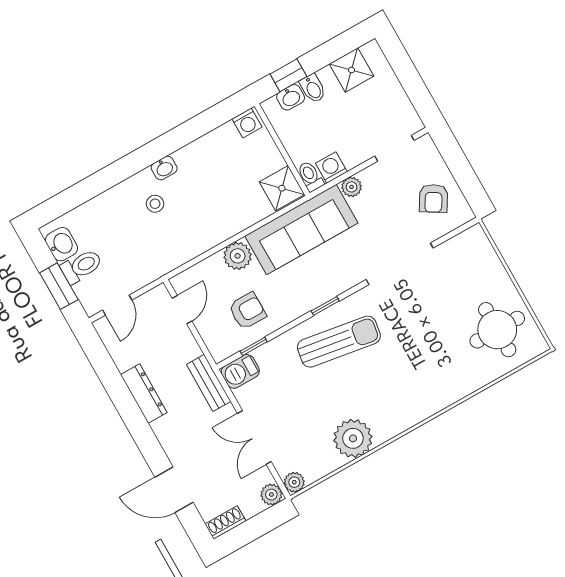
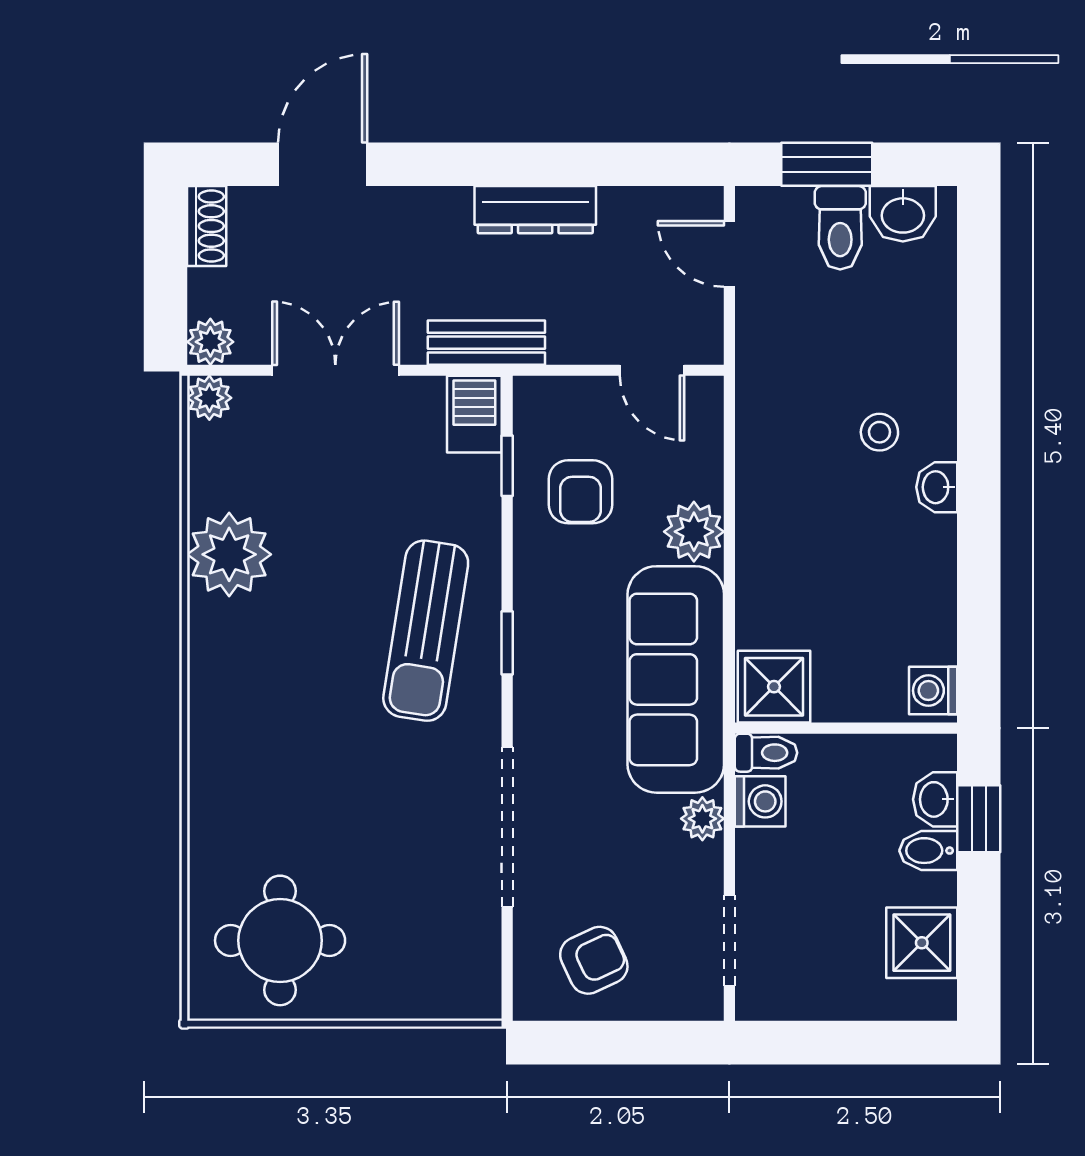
armchair: (434, 198) -> (594, 960), turned 124

